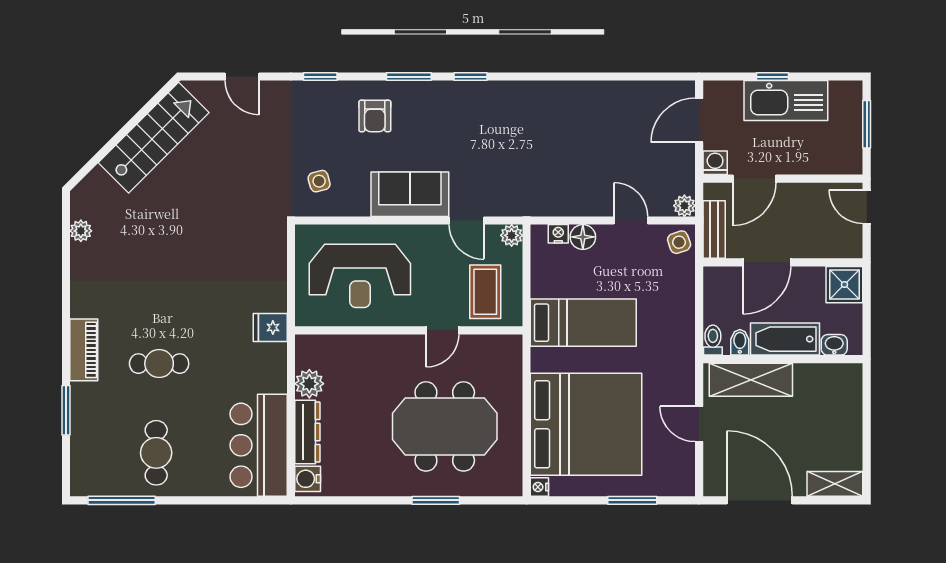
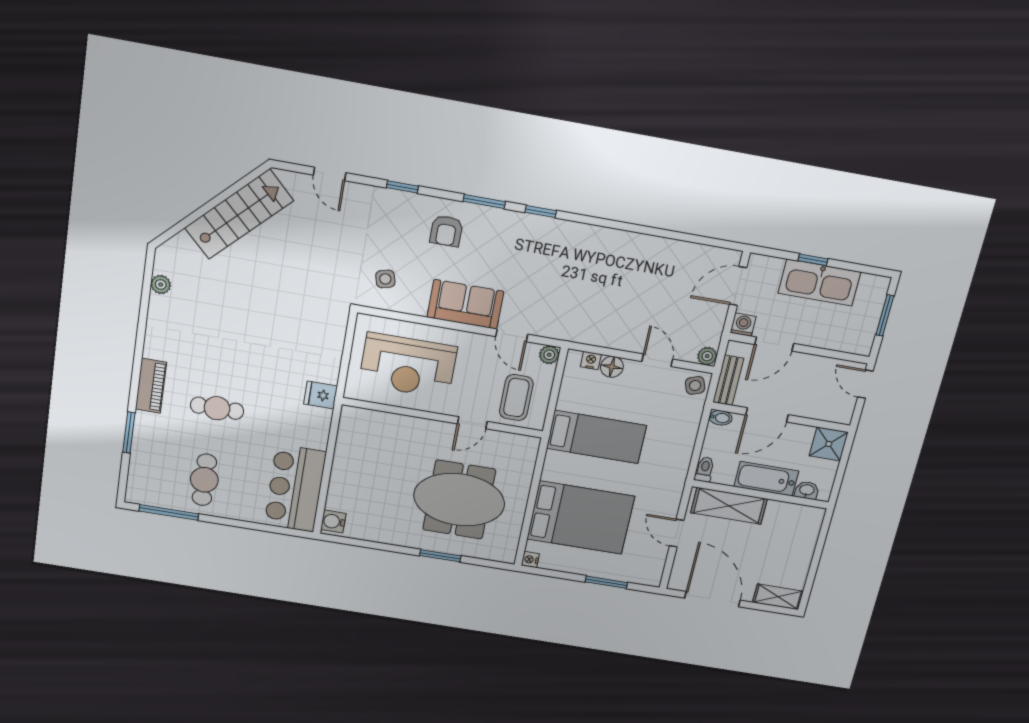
bidet: (740, 342) -> (721, 418), moved, turned 90
plant: (309, 384) -> (348, 446), removed
bed: (586, 424) -> (581, 518), width x0.73
dresser: (307, 432) -> (339, 485), removed

